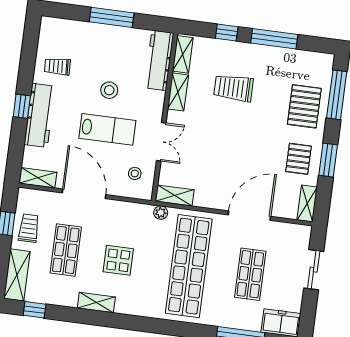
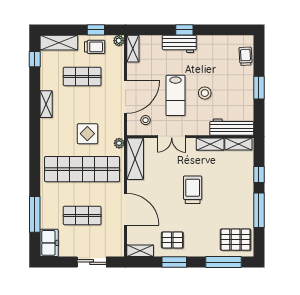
window: (112, 17) -> (259, 88), width x0.69
trolley: (57, 66) -> (246, 56), moved
trolley: (234, 88) -> (193, 190), moved
pallet: (304, 106) -> (236, 240), moved
workbench: (40, 115) -> (179, 44), width x0.73
door: (84, 194) -> (125, 97), moved
plant: (25, 195) -> (119, 41), added
shelving: (175, 196) -> (135, 159), width x1.50, depth x1.33
display table: (118, 260) -> (87, 134), moved

